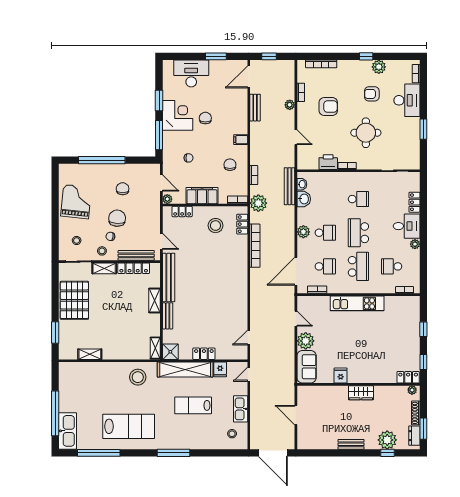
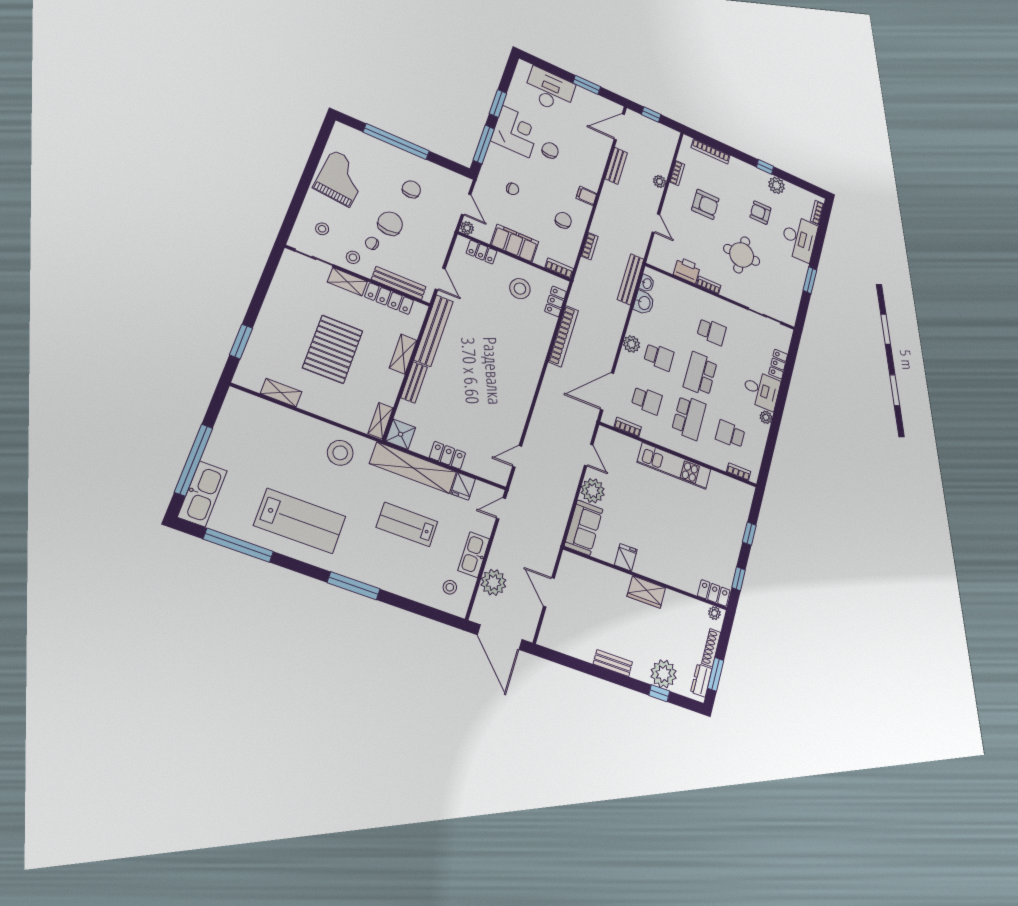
plant: (258, 203) -> (493, 582), moved
pallet: (74, 300) -> (333, 349), moved

